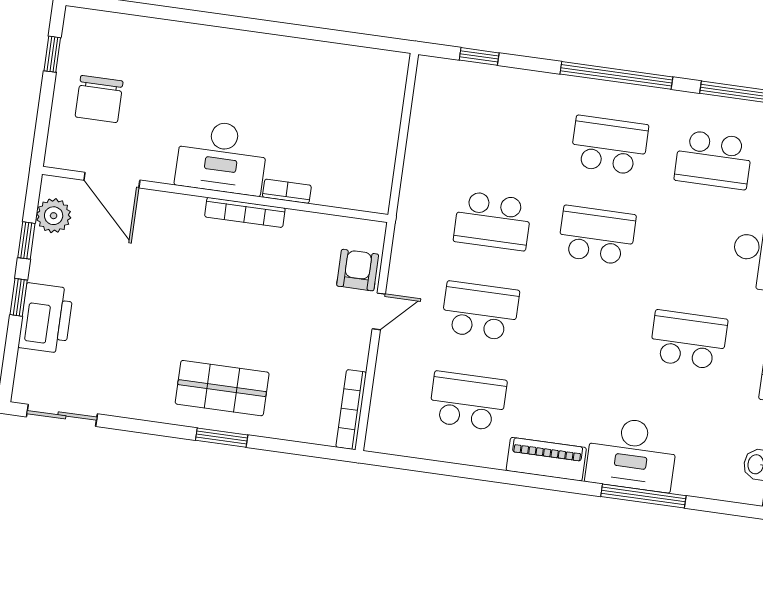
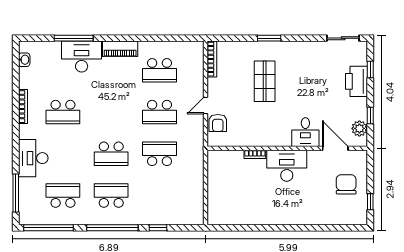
window: (479, 56) -> (158, 228), moved
school desk: (609, 145) -> (111, 196), turned 180
bookcase: (245, 212) -> (273, 142), removed
desk: (171, 224) -> (305, 132), added
window: (19, 297) -> (370, 69), moved
shop shelf: (222, 388) -> (265, 81), moved, turned 90

